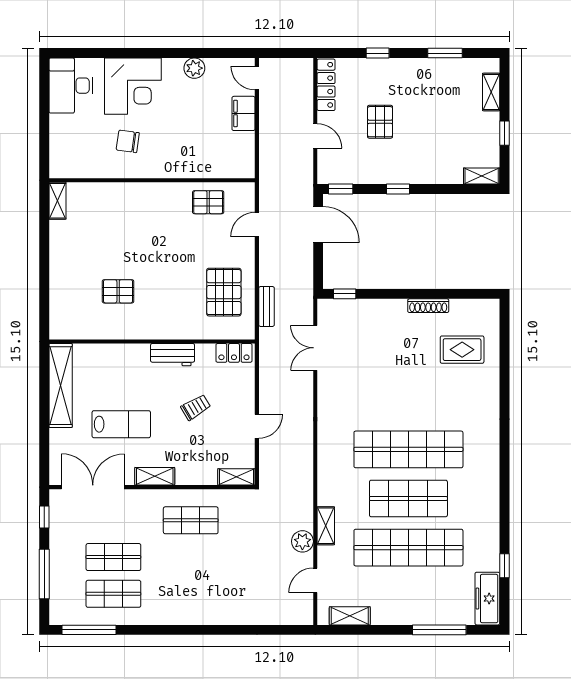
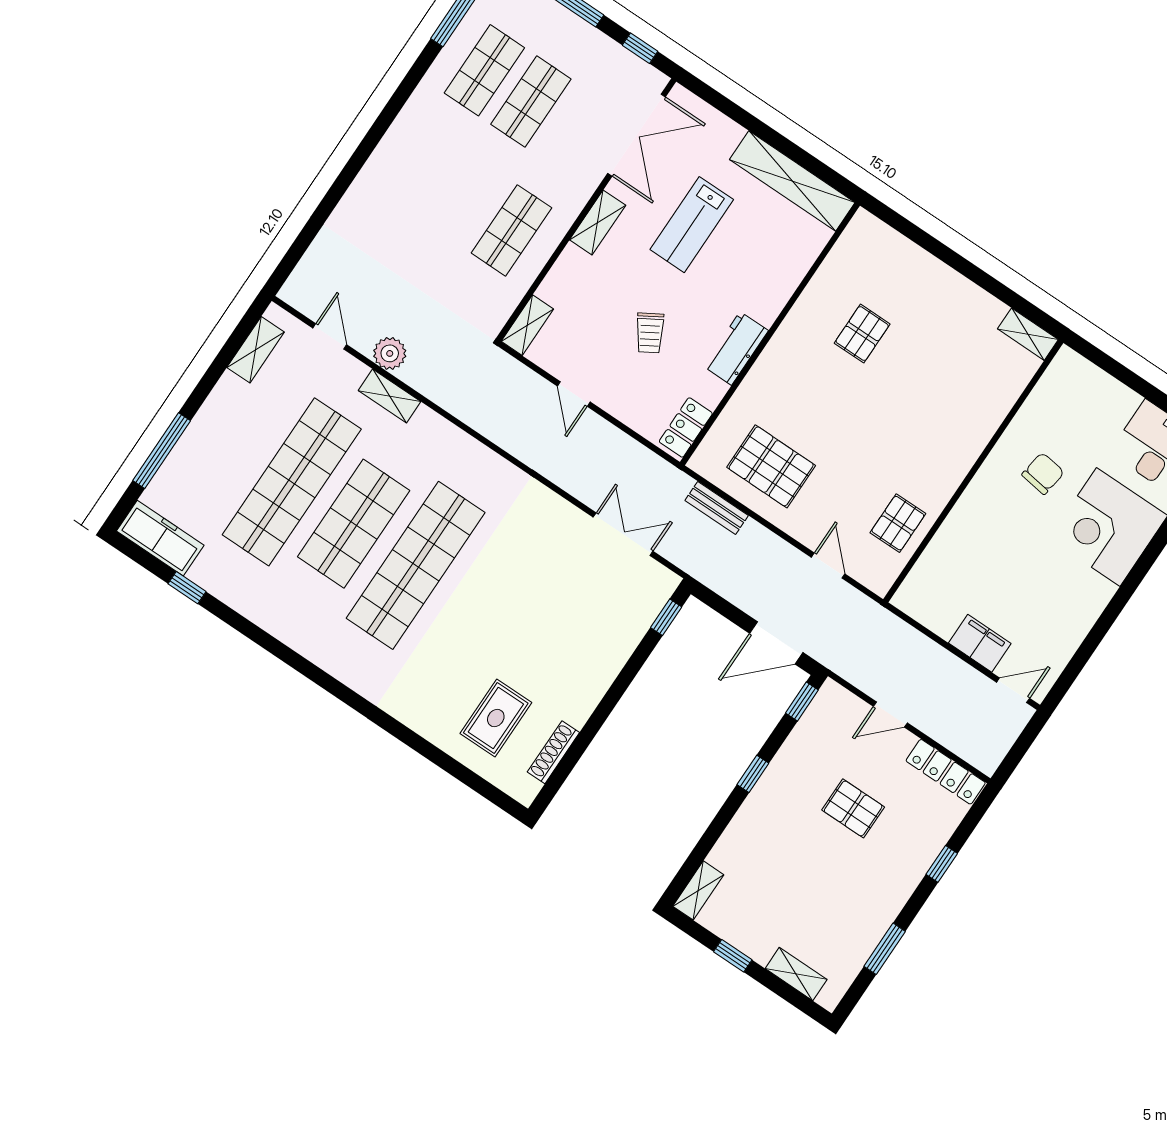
plant: (194, 68) -> (1079, 620), removed
shoe rack: (428, 306) -> (553, 752), moved

